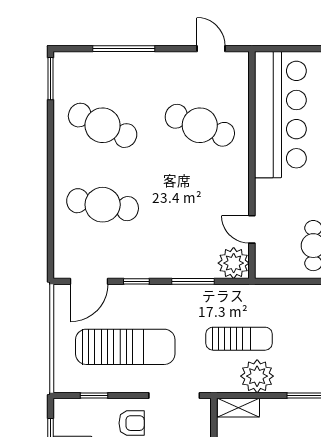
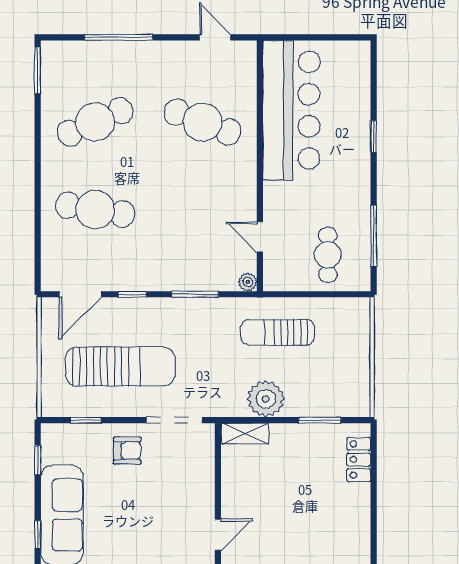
cafe table: (103, 125) -> (95, 122), turned -48
plant: (234, 263) -> (248, 282), width x0.53, depth x0.53
sun lounger: (239, 339) -> (278, 332), moved, turned 180

